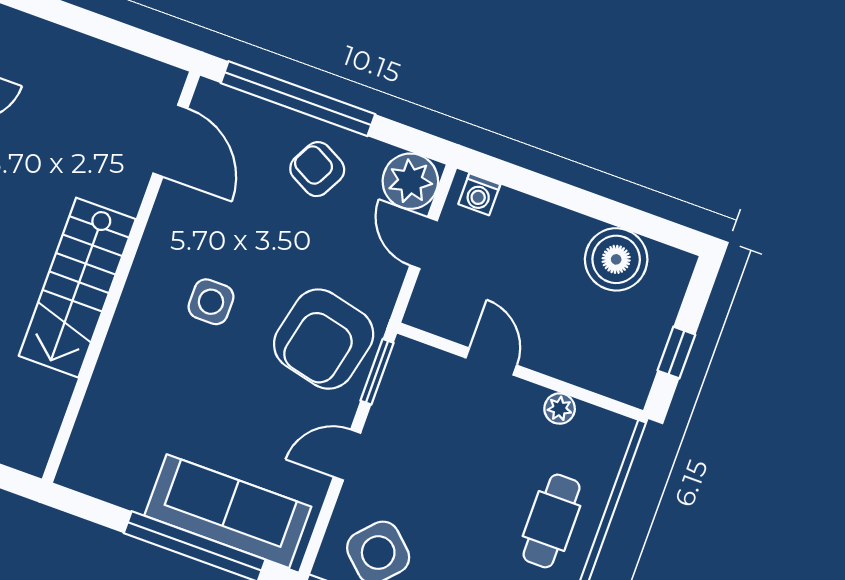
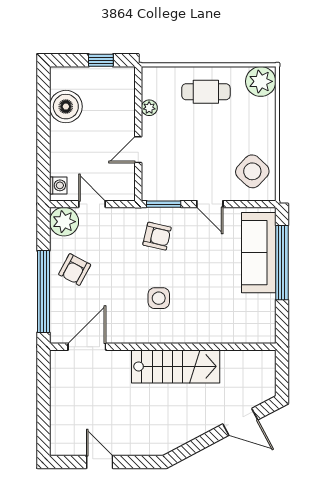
door: (424, 243) -> (92, 204), swing flipped
armchair: (324, 339) -> (157, 236), width x0.53, depth x0.53

